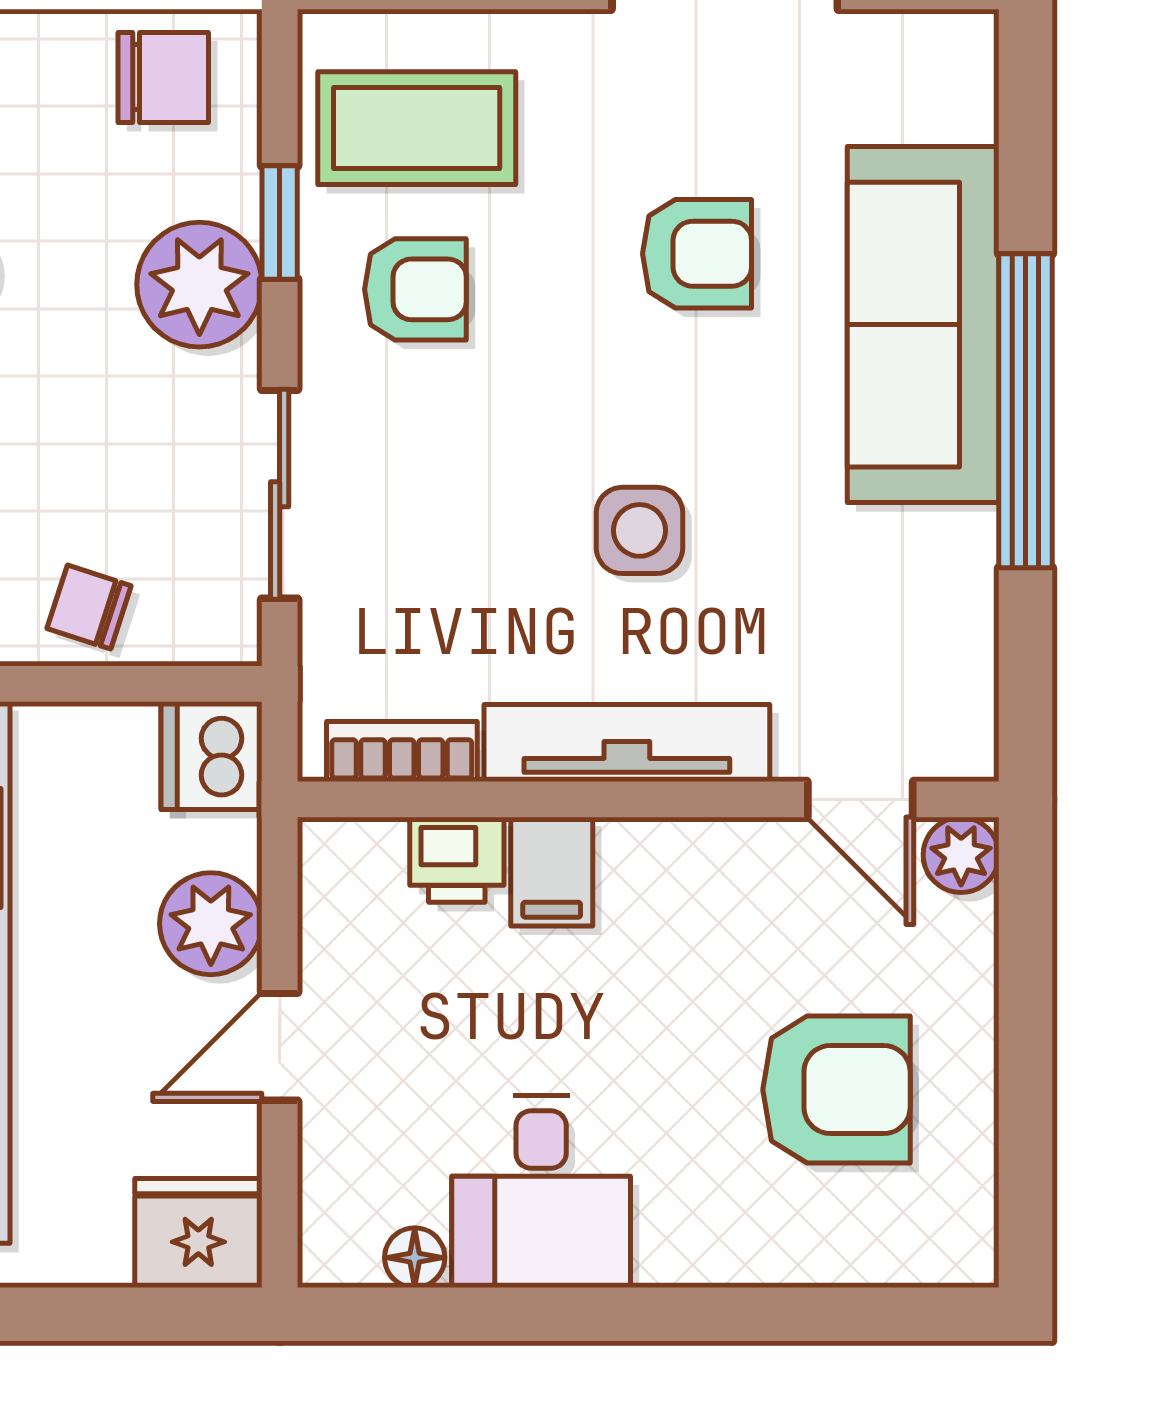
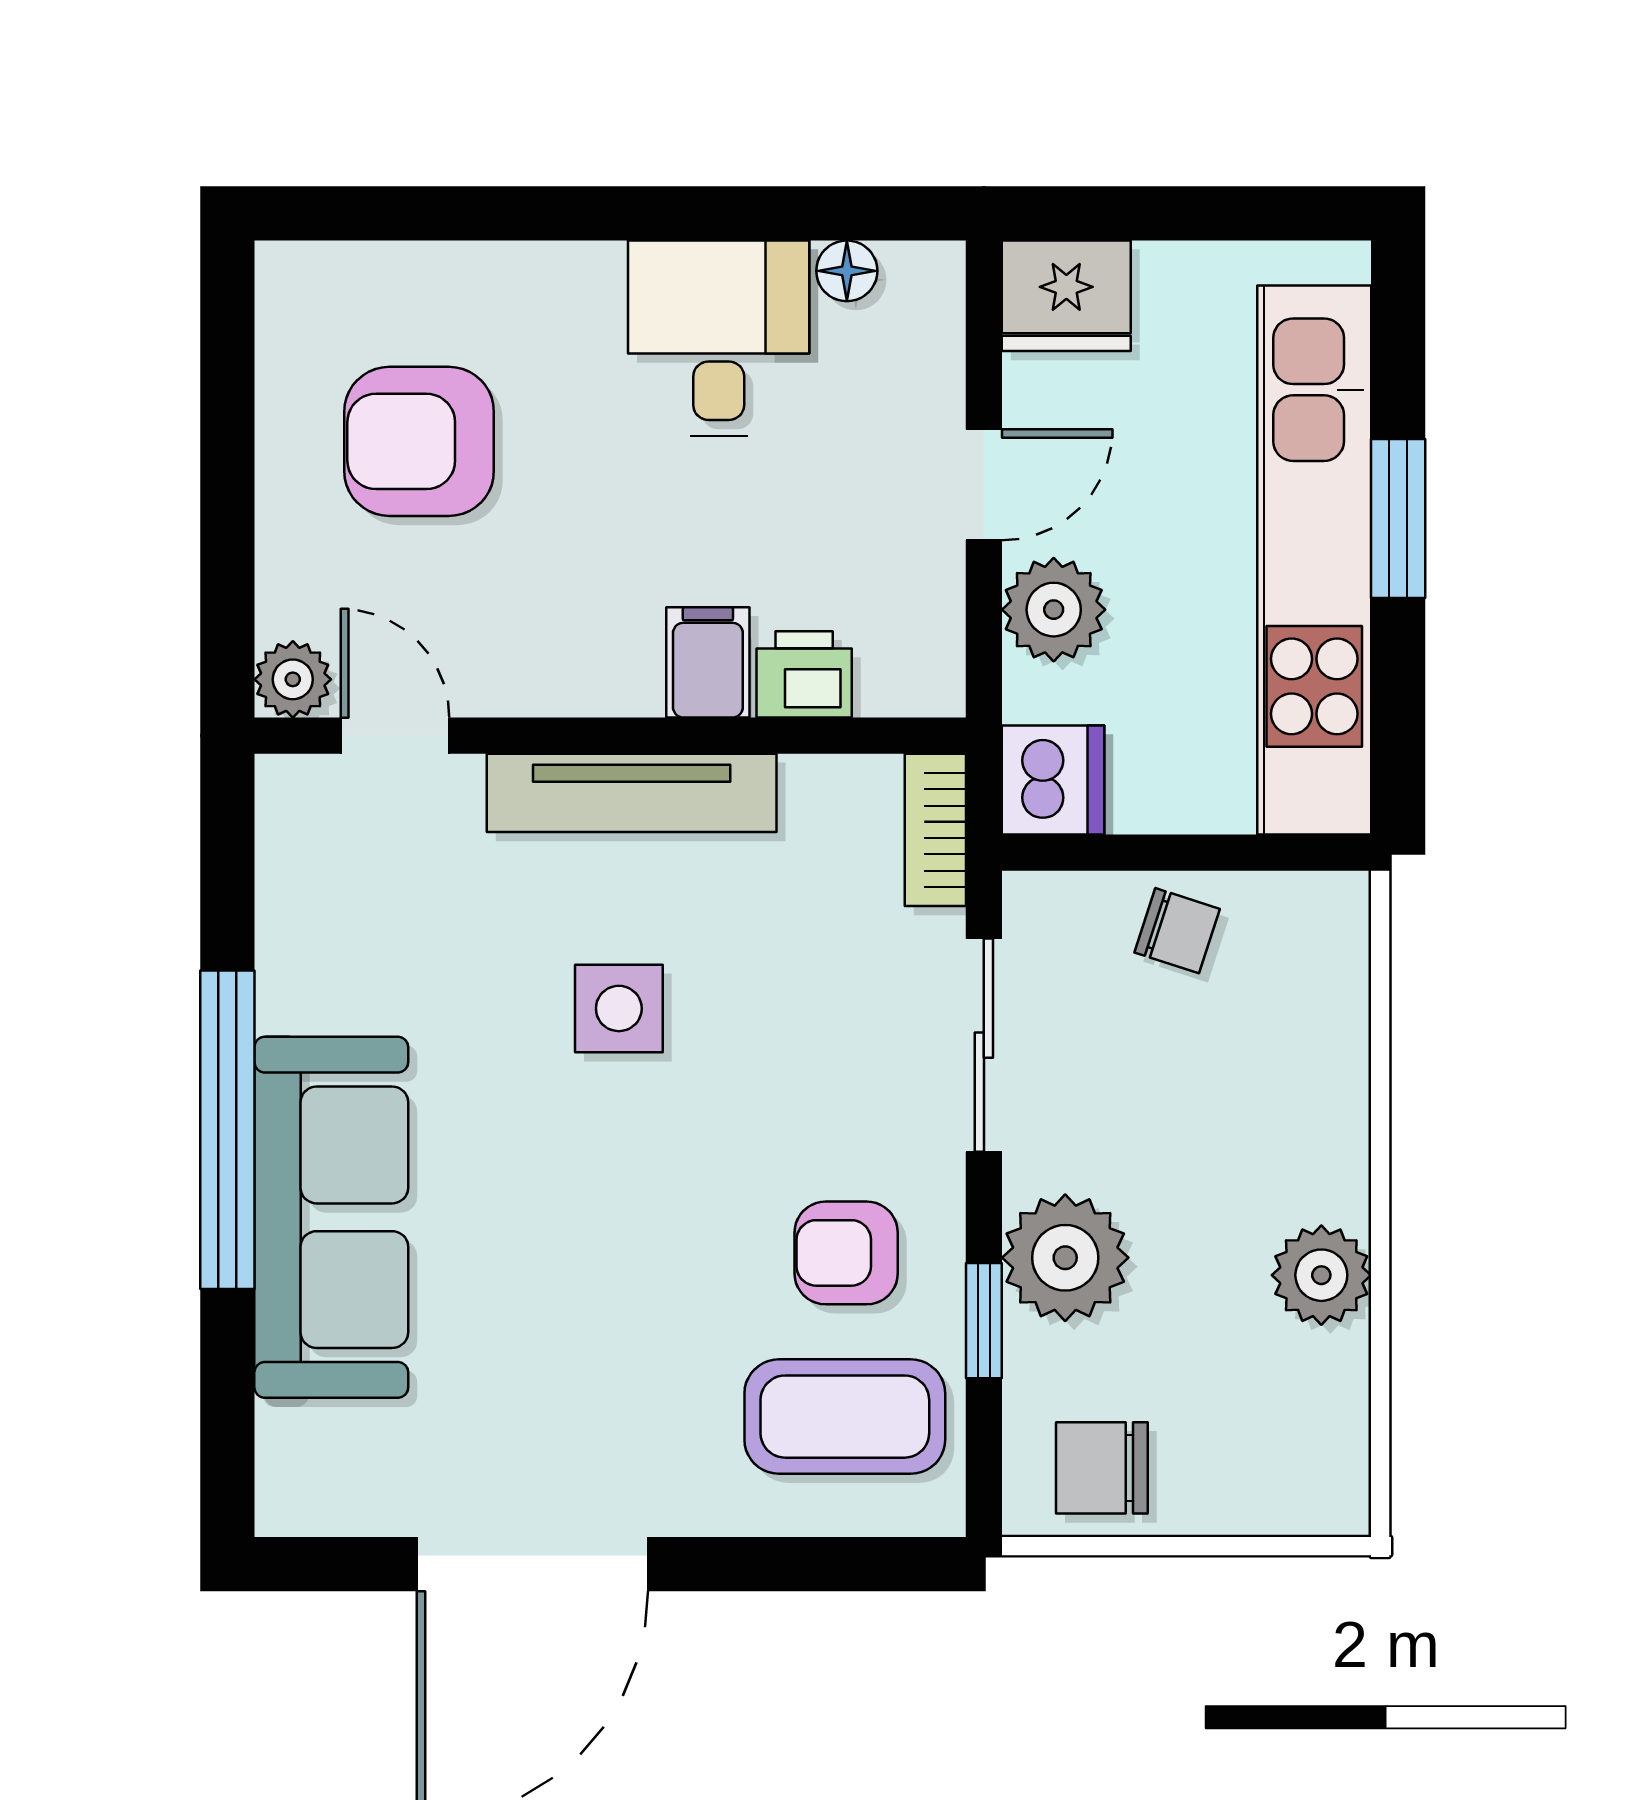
armchair: (697, 254) -> (560, 1289), removed
bookcase: (402, 752) -> (935, 830), moved, turned 90

